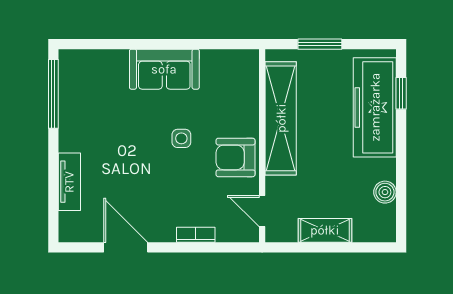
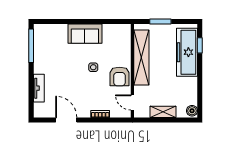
armchair: (236, 157) -> (119, 76), turned -90
boiler: (385, 192) -> (192, 111), moved

